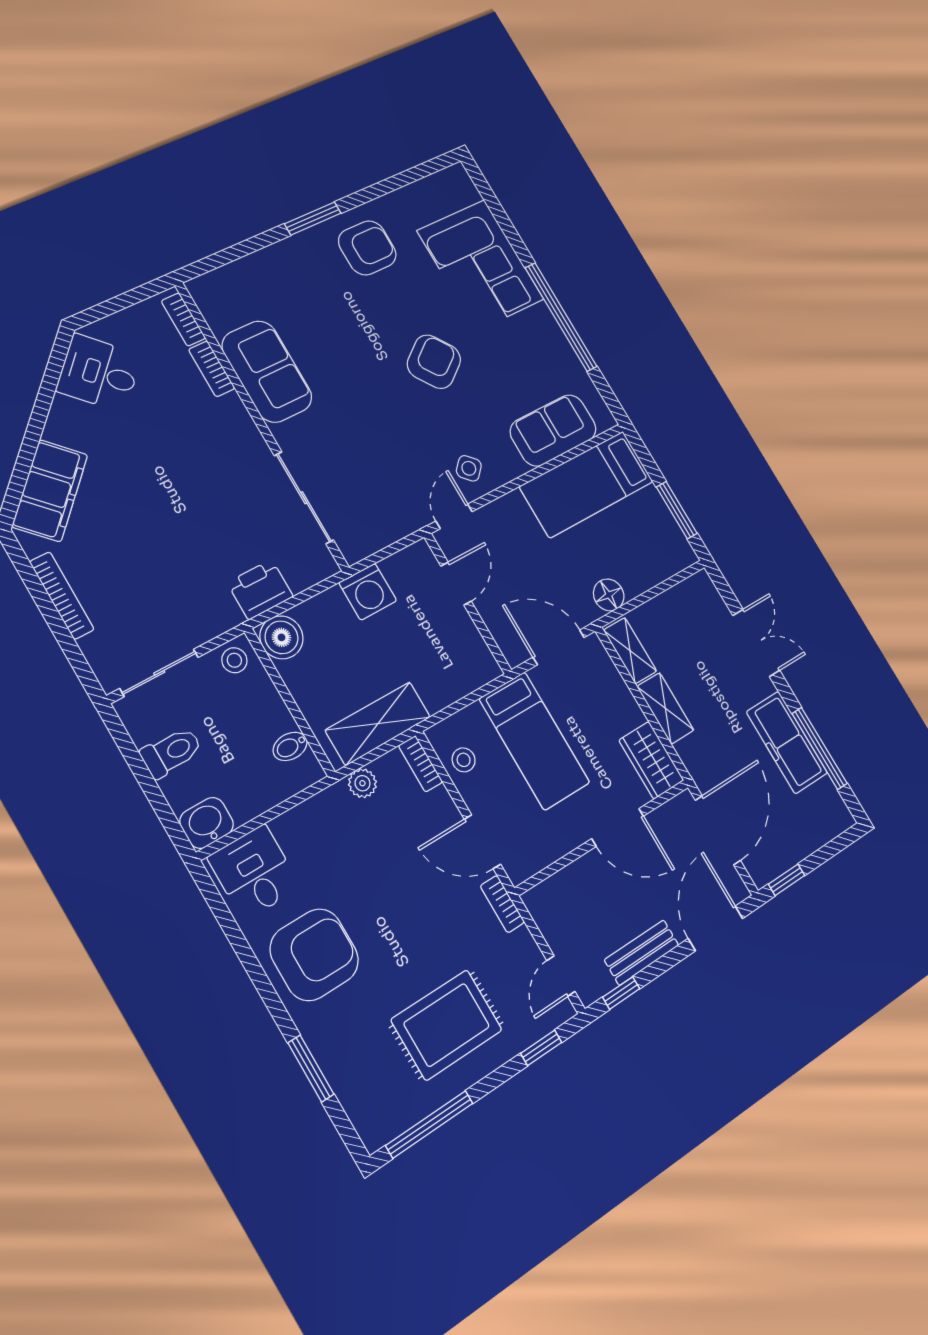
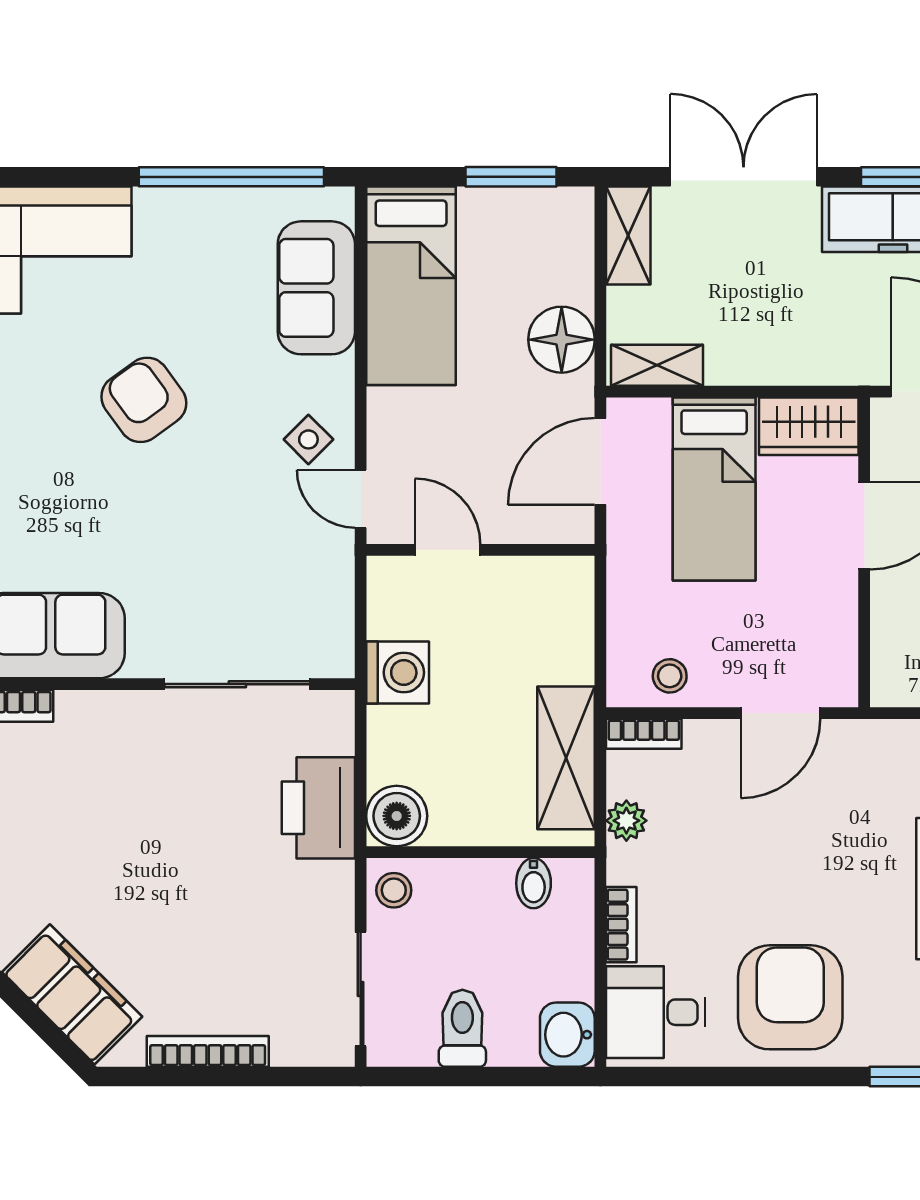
window: (561, 317) -> (231, 177), moved
printer: (260, 590) -> (318, 808), width x1.37, depth x1.19
floor lamp: (609, 595) -> (562, 340), width x1.38, depth x1.38
double door: (756, 643) -> (744, 177), width x1.37
shelving: (665, 708) -> (628, 235), moved, turned 90
bed: (534, 741) -> (714, 489), moved, turned 90
bookcase: (502, 904) -> (621, 925), moved, turned -90

